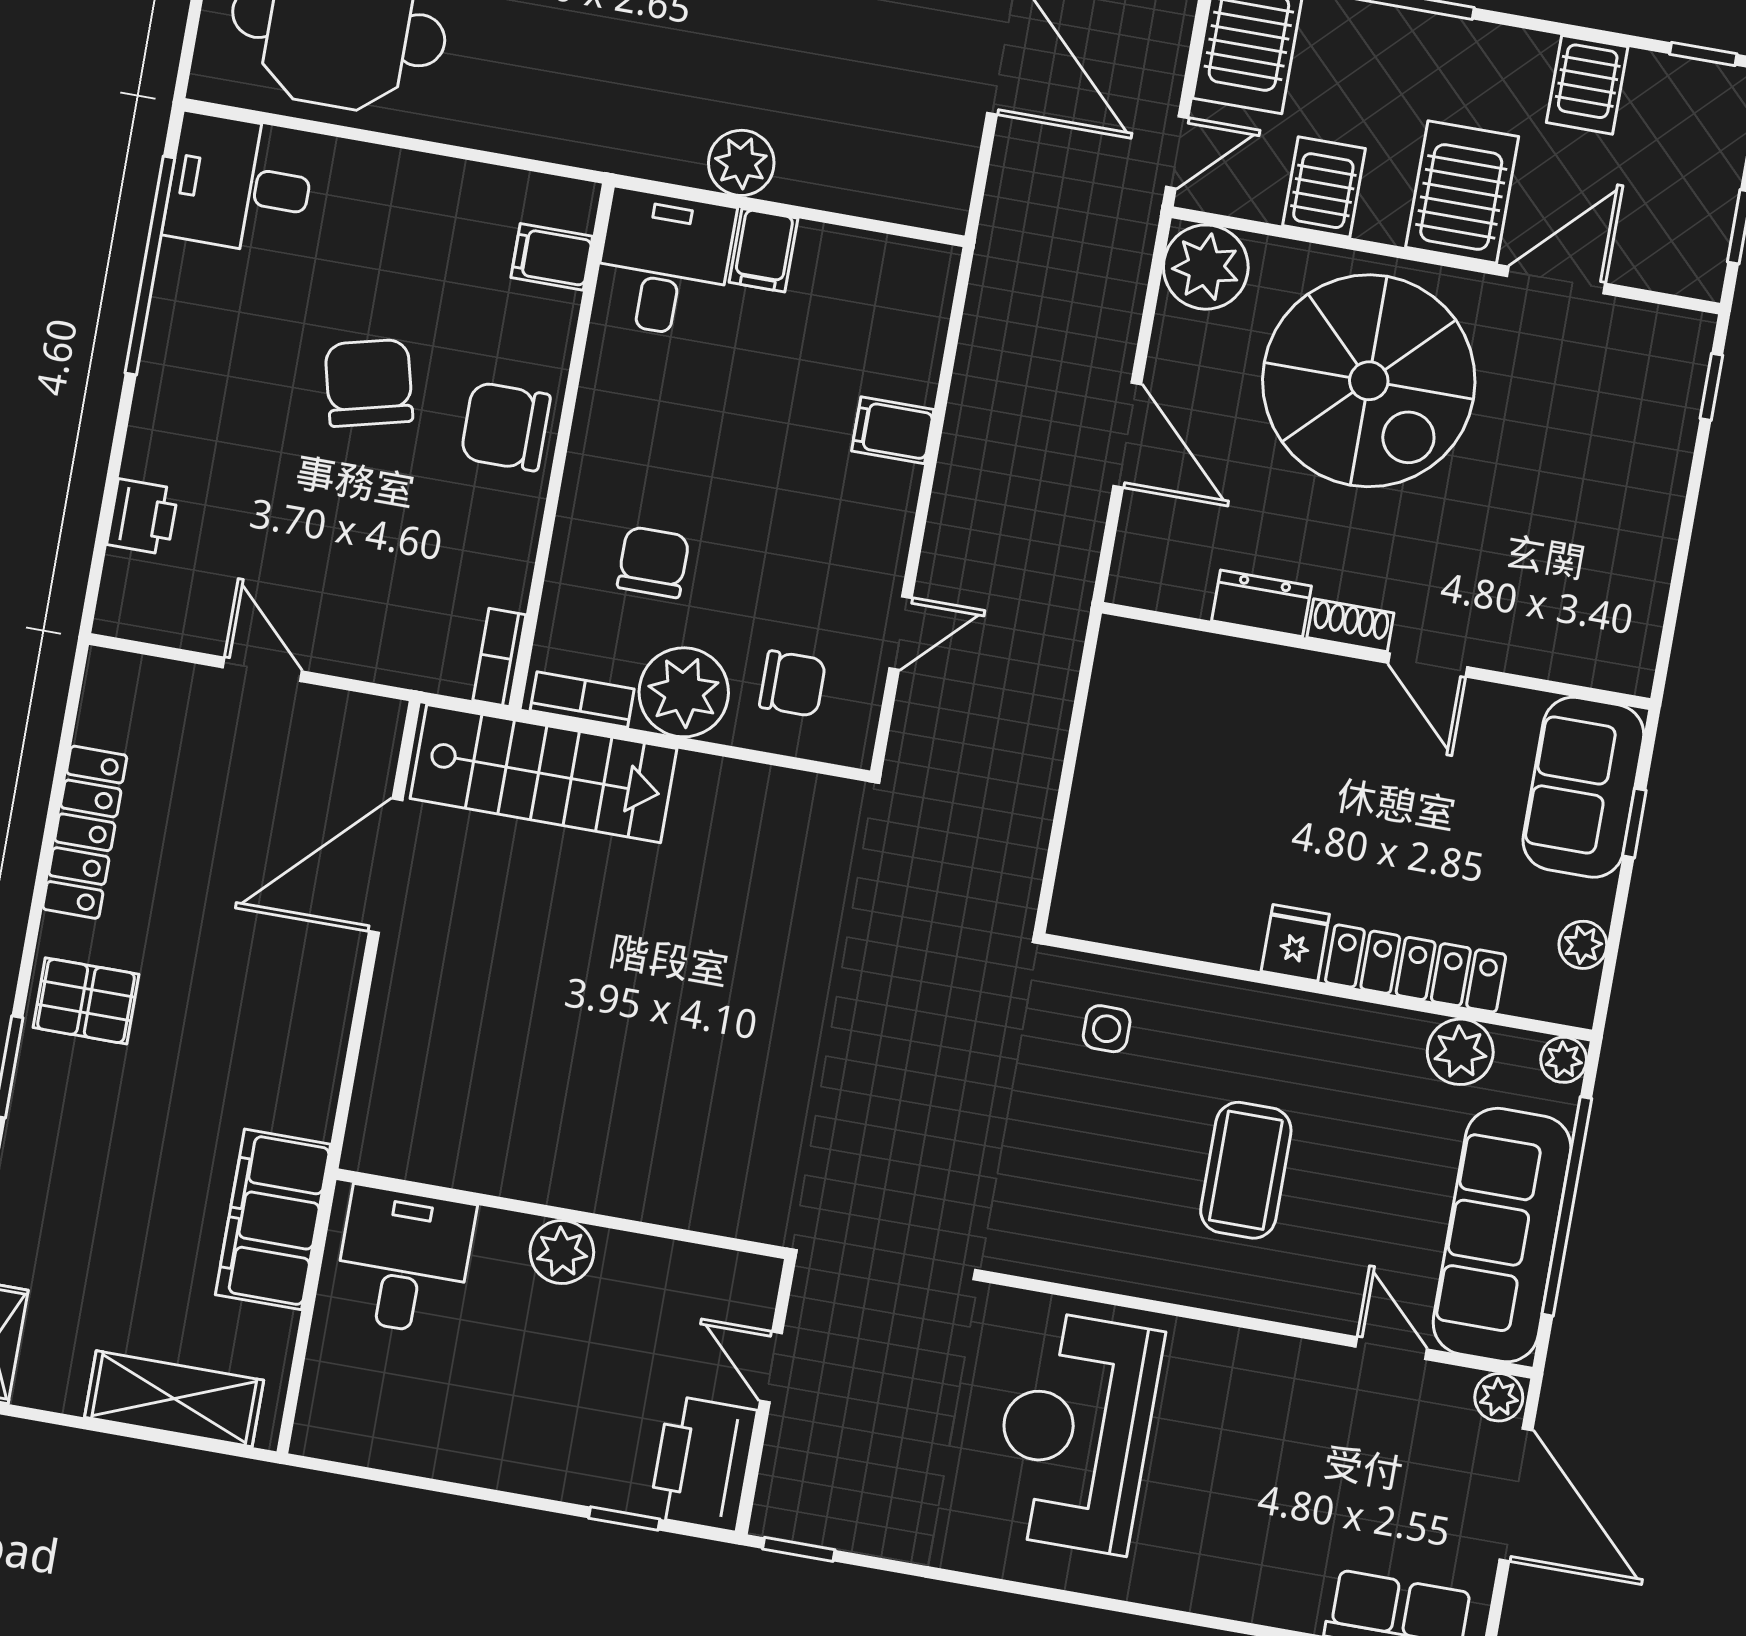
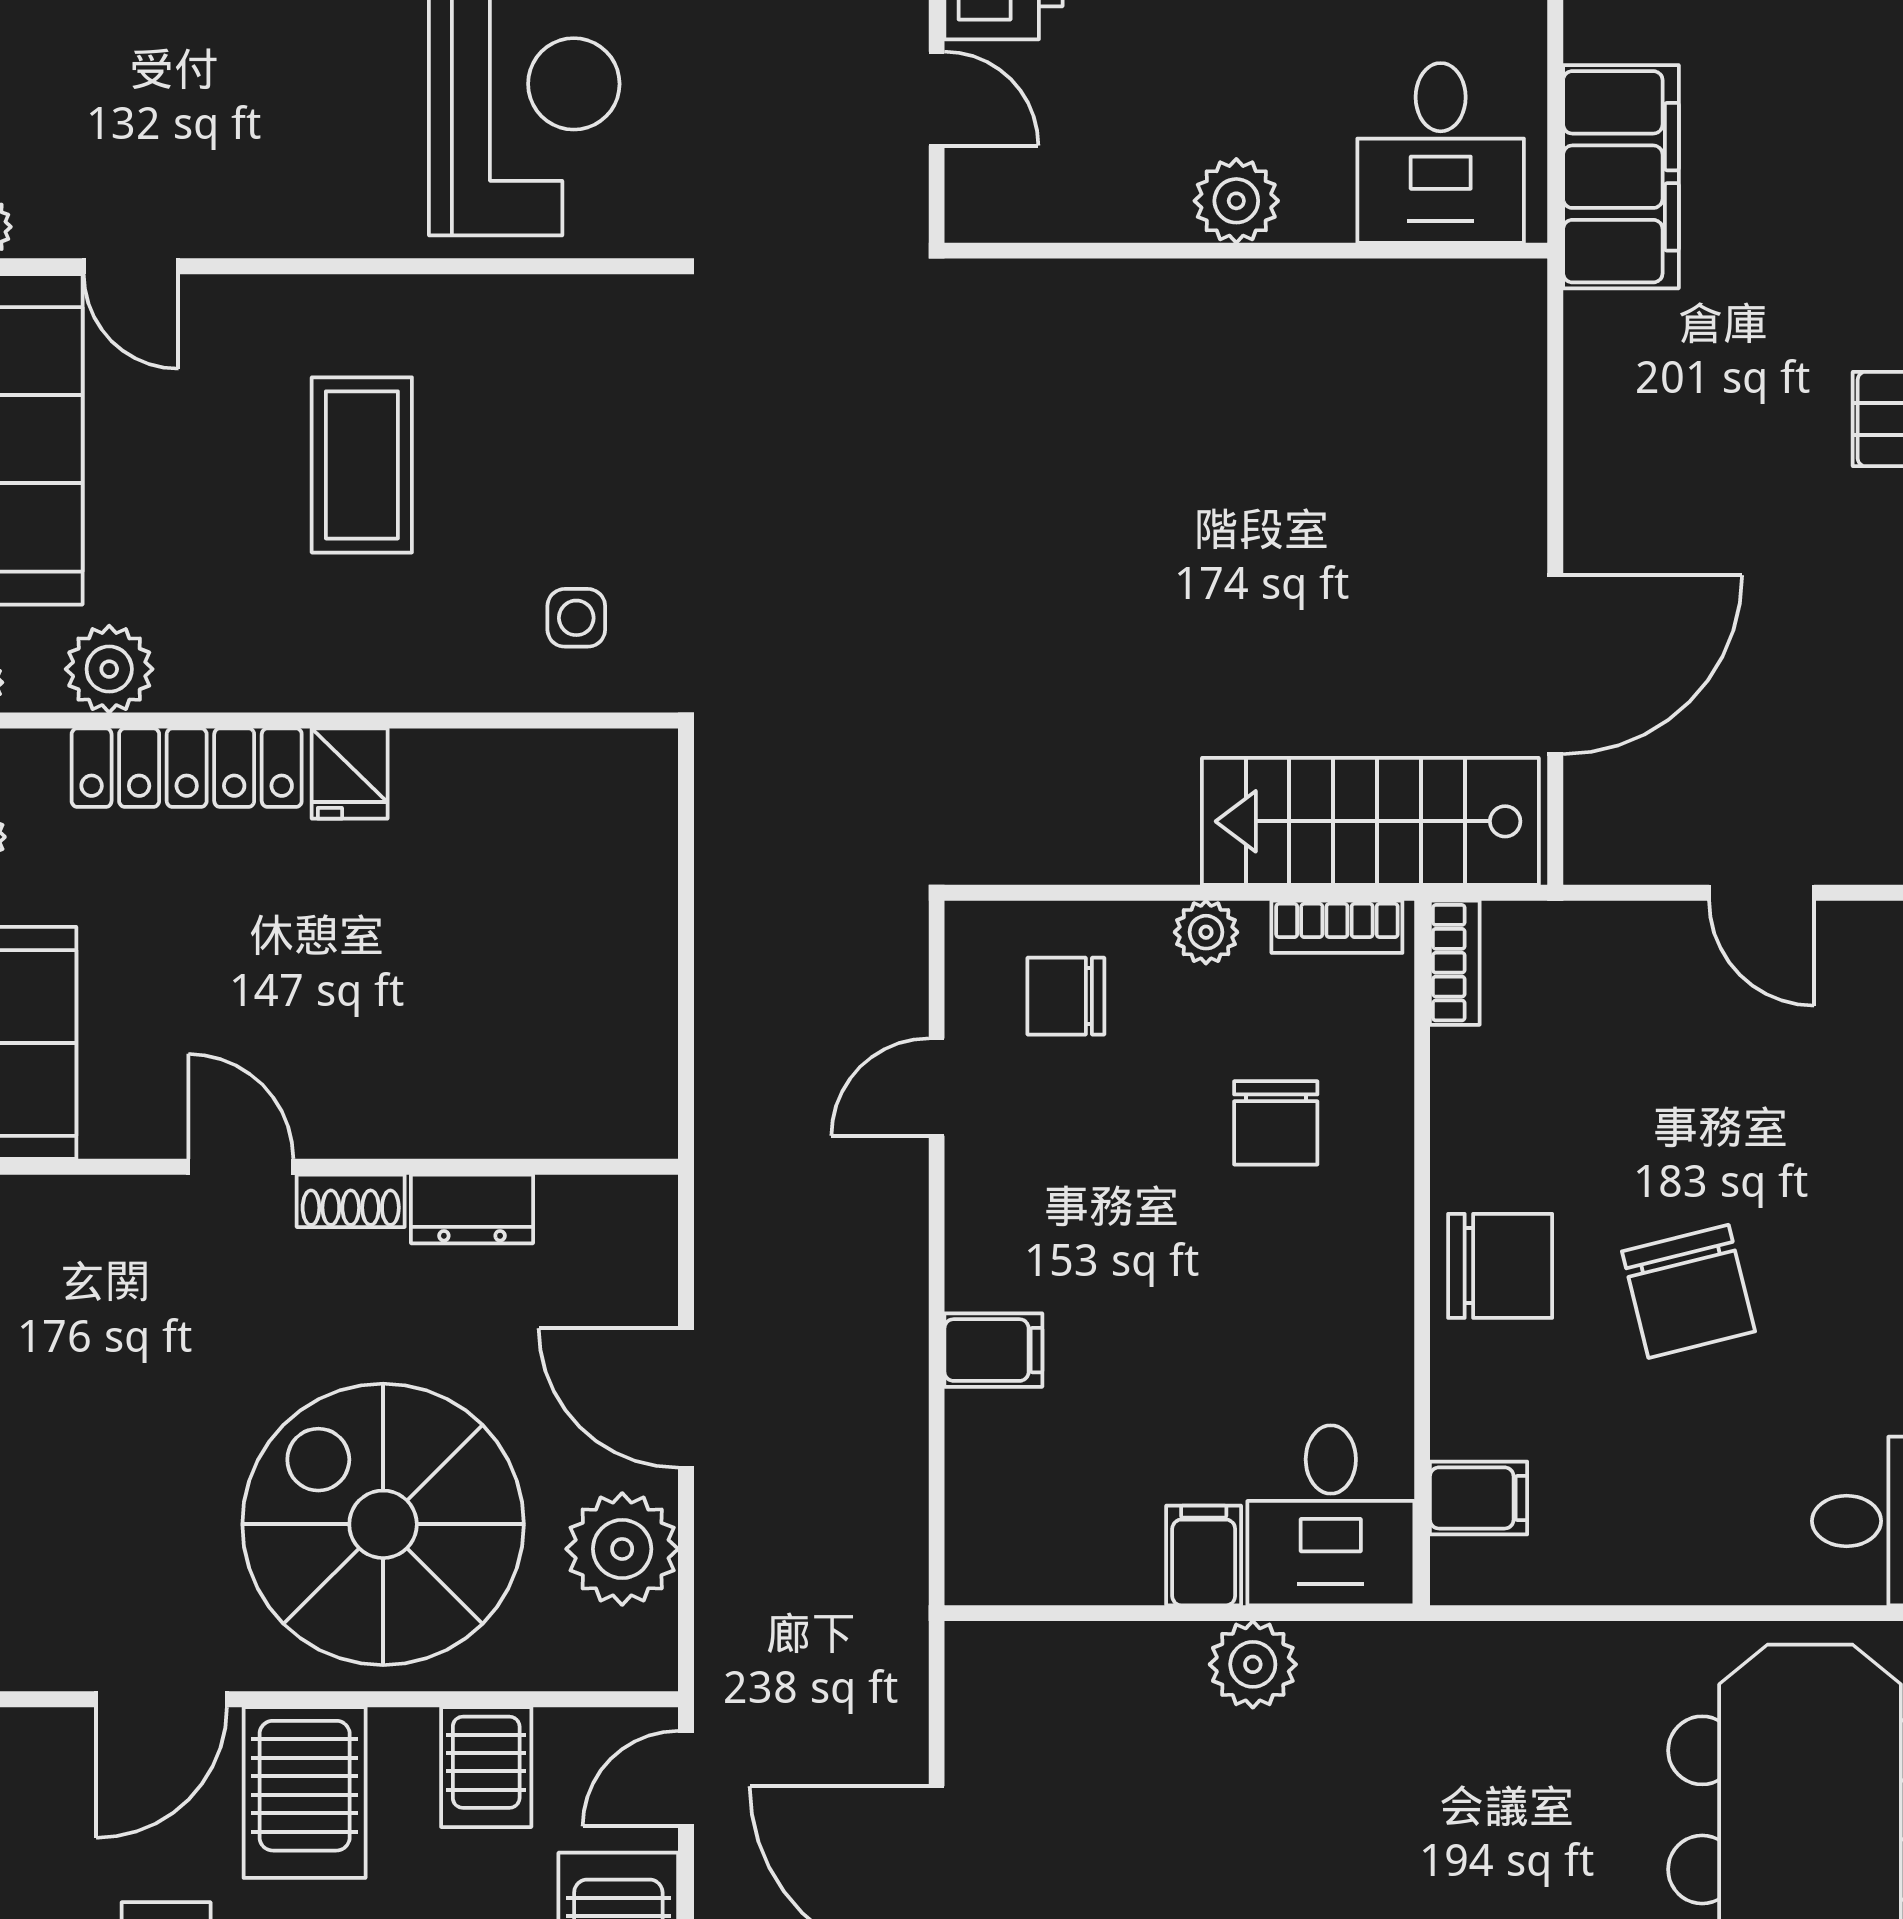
plant: (1206, 267) -> (622, 1549), moved
plant: (684, 692) -> (1206, 932), width x0.53, depth x0.53

